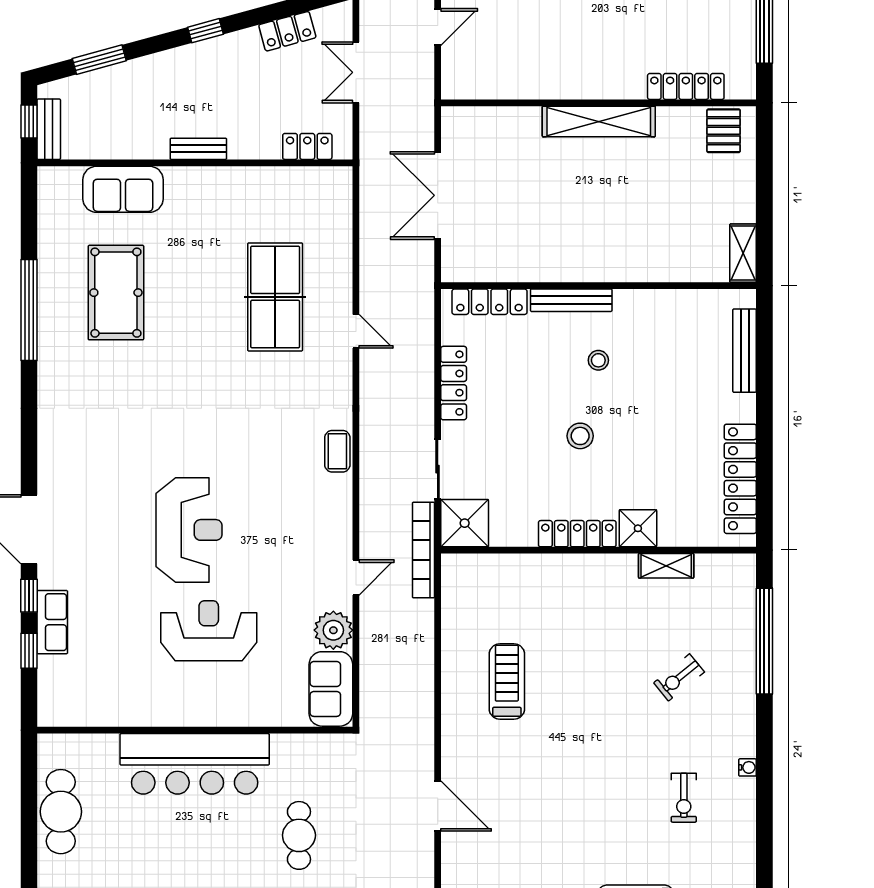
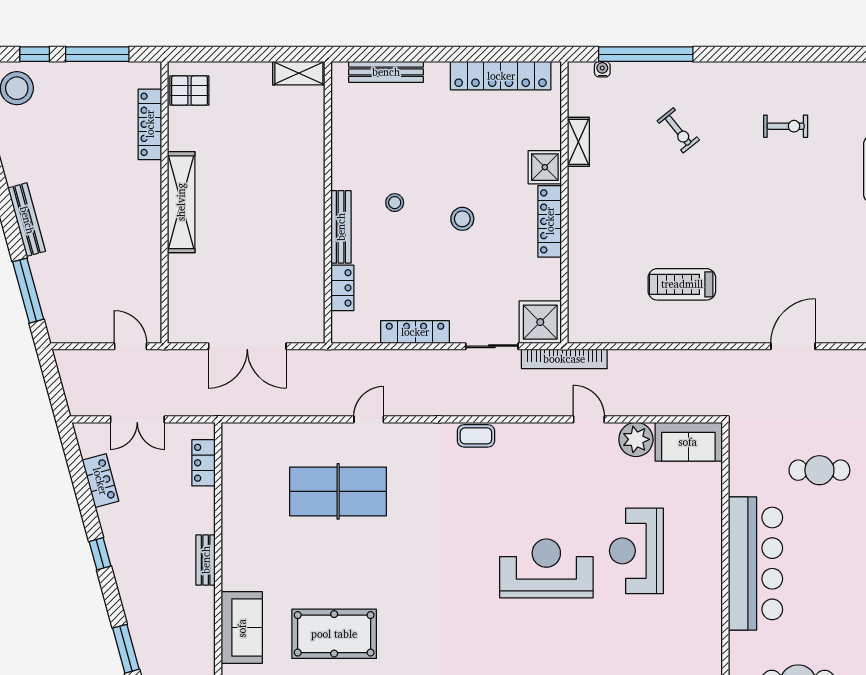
door: (438, 27) -> (130, 346), moved
locker: (490, 302) -> (342, 288), width x0.66
water cooler: (748, 767) -> (602, 69), moved

